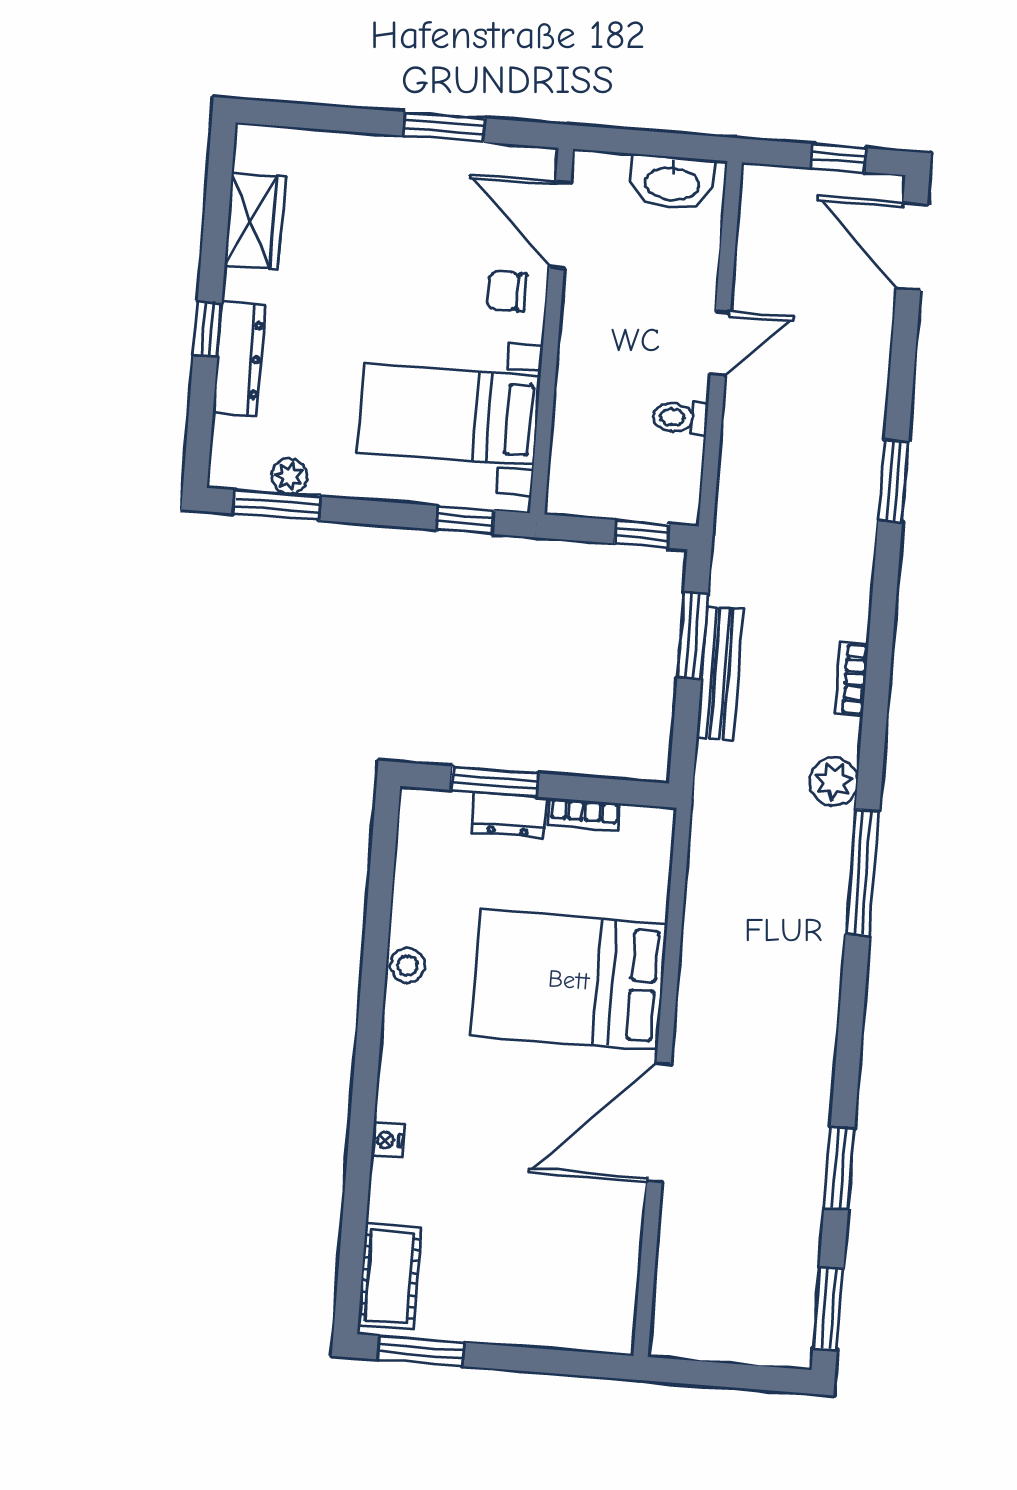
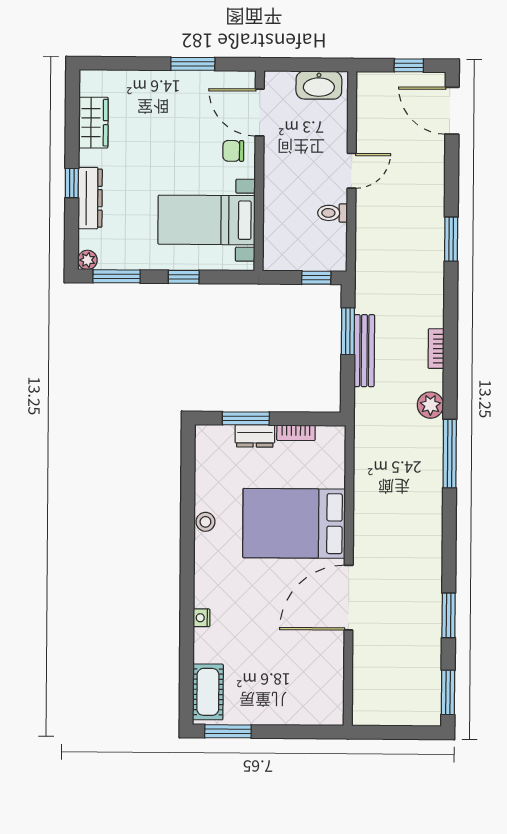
plant: (289, 476) -> (87, 260), moved
window: (465, 520) -> (184, 277), moved

